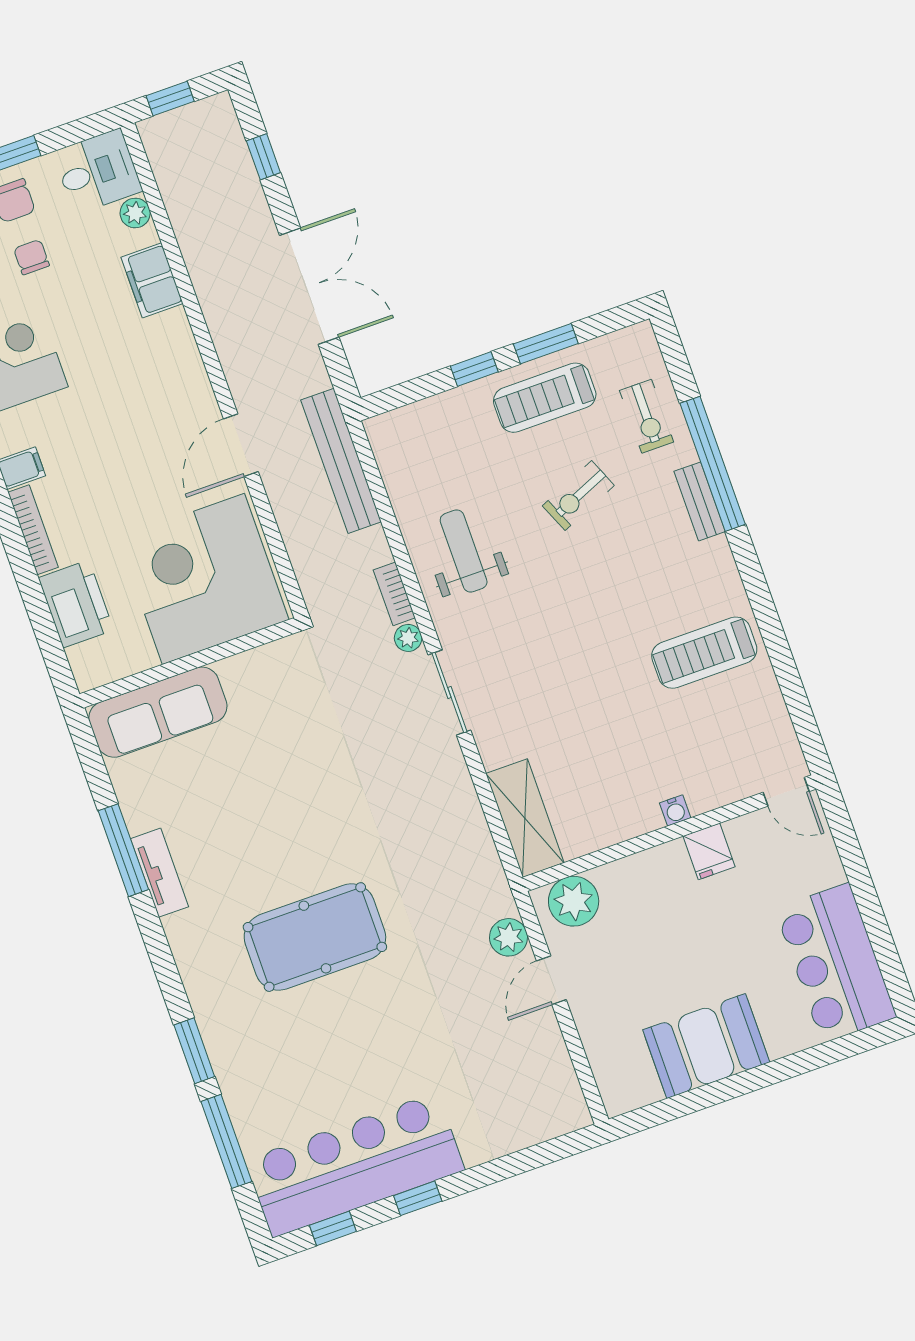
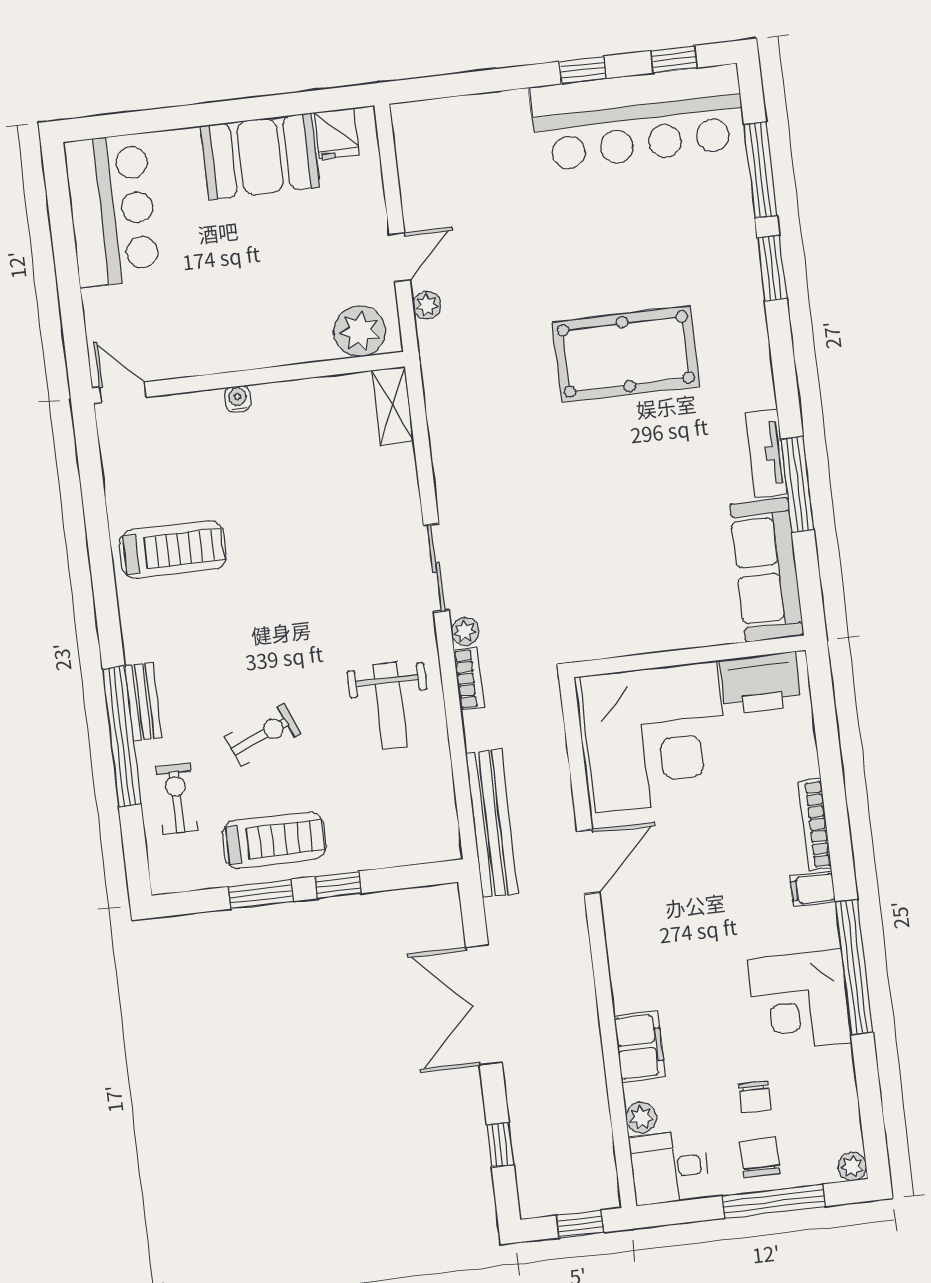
printer: (76, 604) -> (760, 683), moved, turned -90
sofa: (158, 712) -> (767, 570), moved, turned -90
shelving: (525, 818) -> (393, 406), width x0.67, depth x0.75
fridge: (709, 851) -> (337, 134), moved, turned 180
plant: (509, 937) -> (427, 305), width x0.73, depth x0.73

